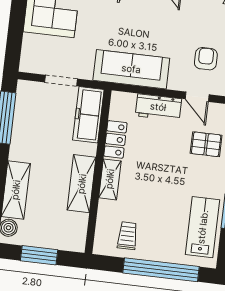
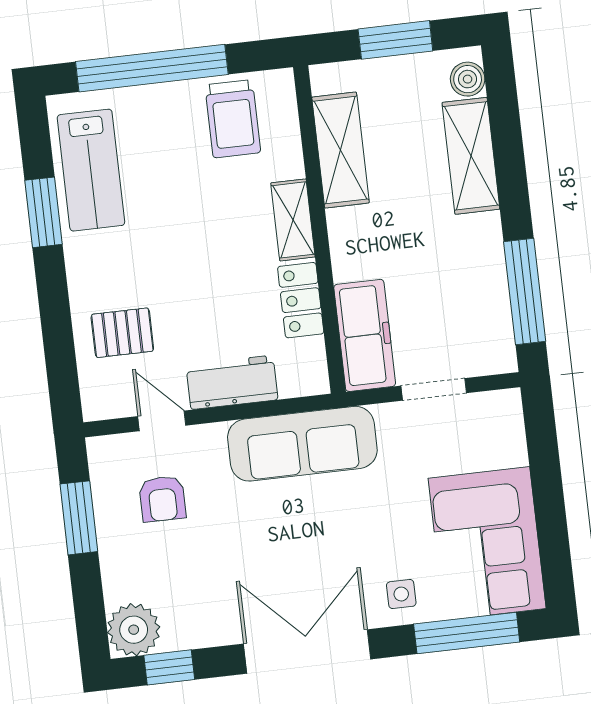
shelving: (82, 184) -> (341, 150), moved
trolley: (127, 236) -> (233, 119), width x1.36, depth x1.39

